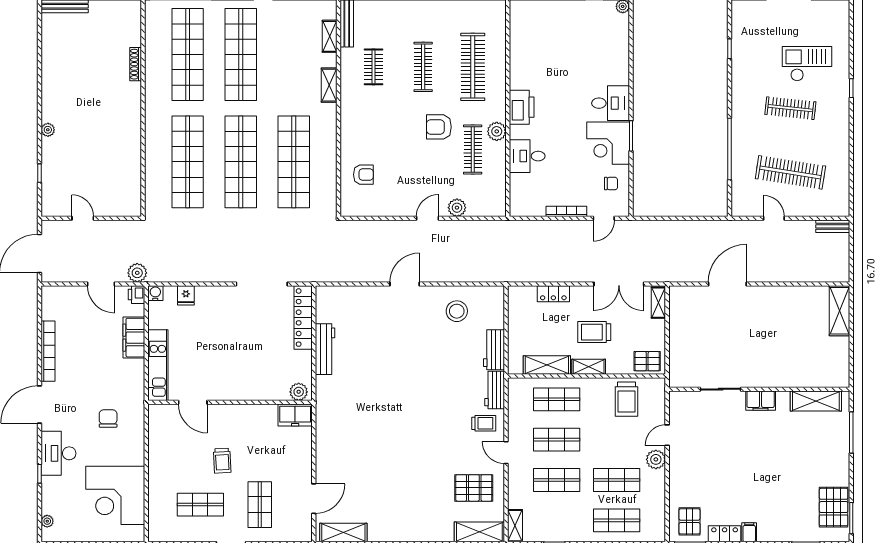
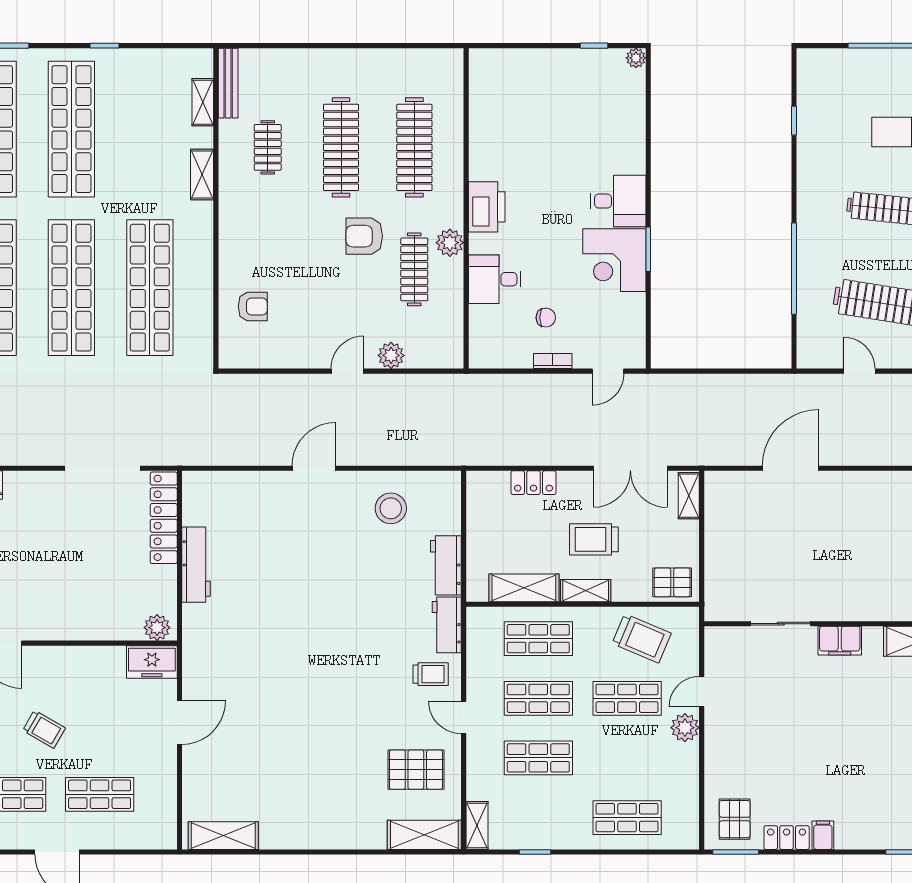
clothes rail: (423, 67) -> (341, 147), width x1.37, depth x1.31
chair: (611, 184) -> (546, 318), moved
bookcase: (566, 211) -> (553, 361), width x0.64
trolley: (626, 399) -> (642, 638), turned -67
trolley: (222, 461) -> (44, 729), turned -57
shop shelf: (617, 480) -> (627, 698), moved
door: (314, 499) -> (179, 723), moved
shop shelf: (260, 505) -> (100, 794), turned 90

